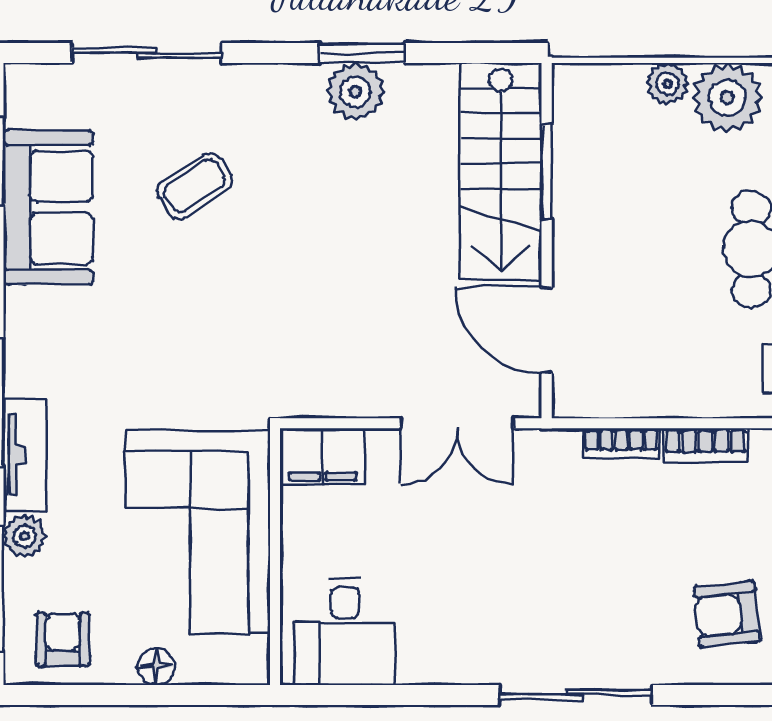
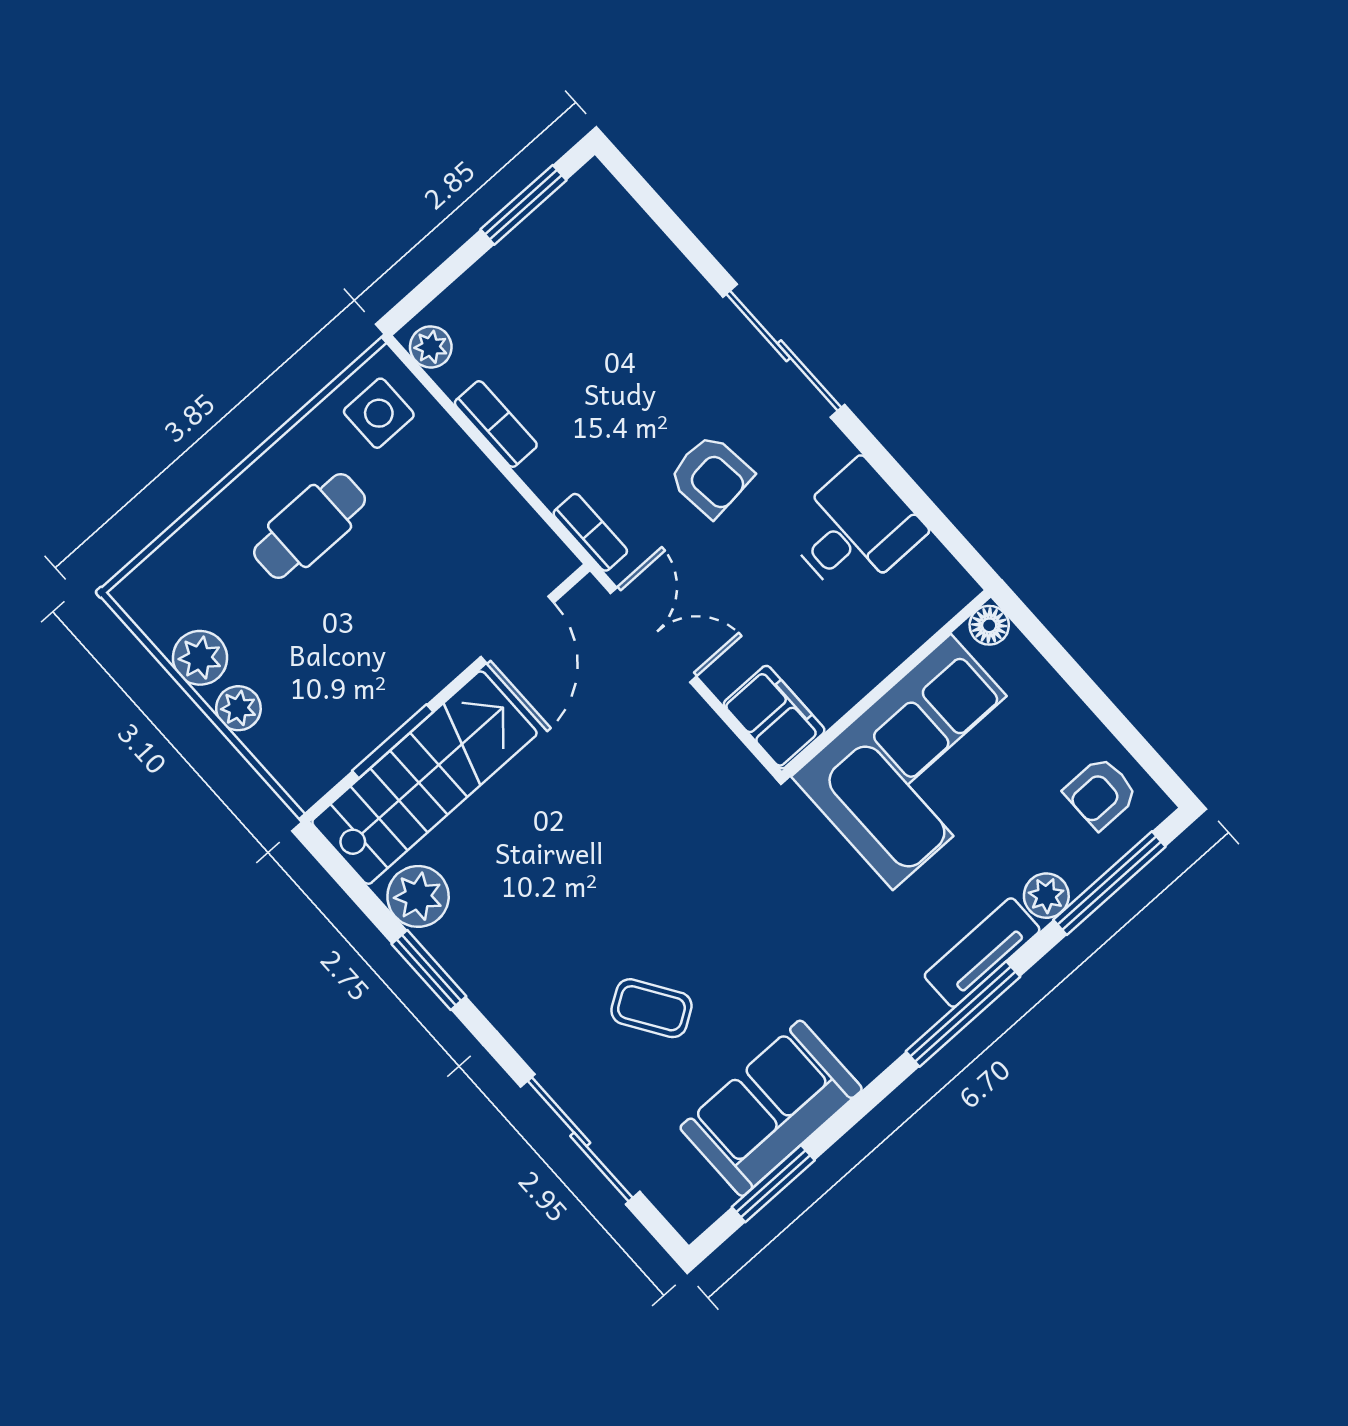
plant: (356, 92) -> (418, 896), moved
plant: (727, 98) -> (200, 658), width x0.73, depth x0.73
bookcase: (621, 443) -> (590, 532), moved
armchair: (727, 614) -> (711, 476), moved
desk: (345, 632) -> (854, 530), moved
floor lamp: (156, 667) -> (989, 625), moved

